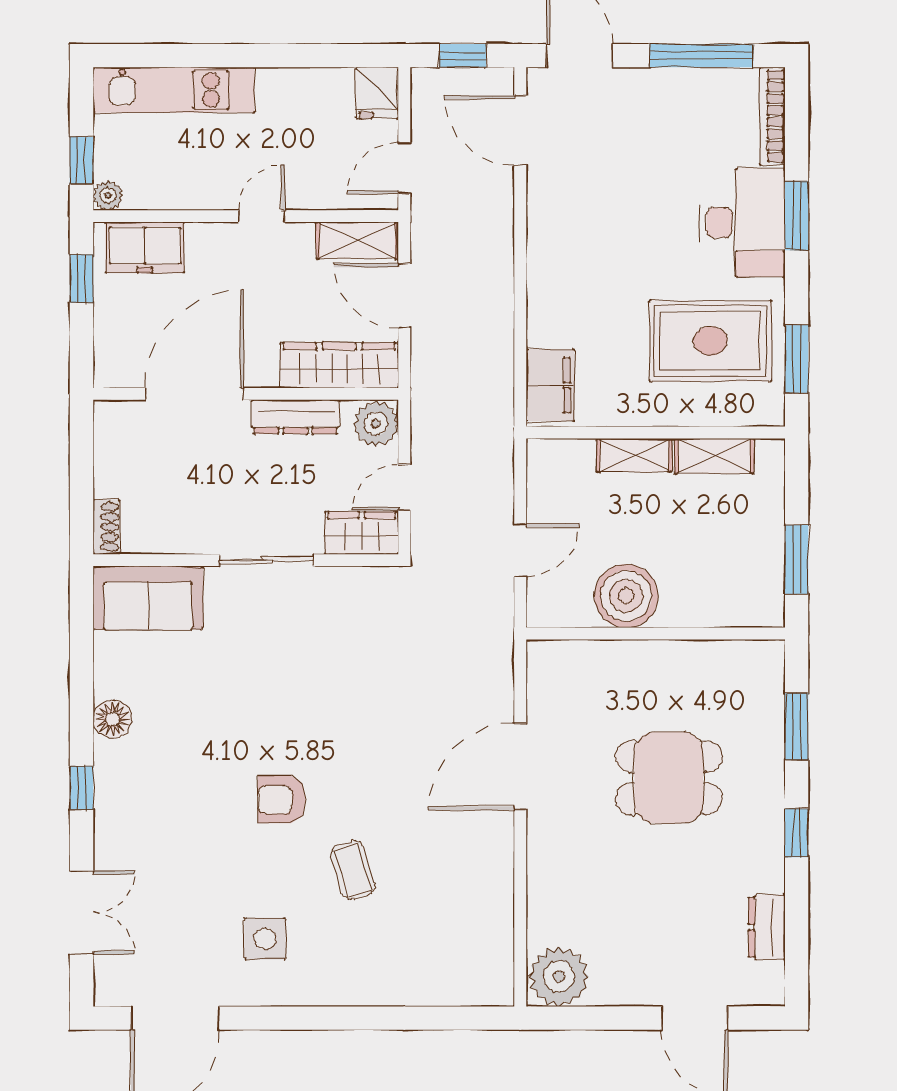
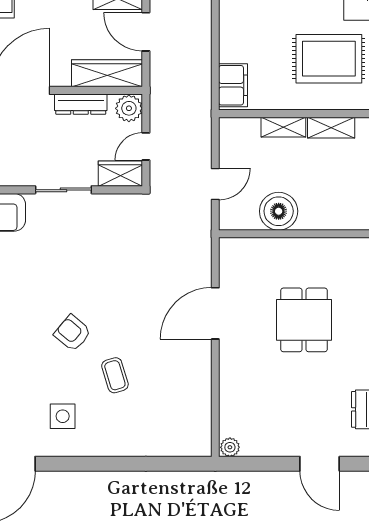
dining table: (669, 778) -> (304, 320), turned 90
armchair: (282, 800) -> (73, 333), turned 40
plant: (559, 977) -> (230, 447), width x0.53, depth x0.53

